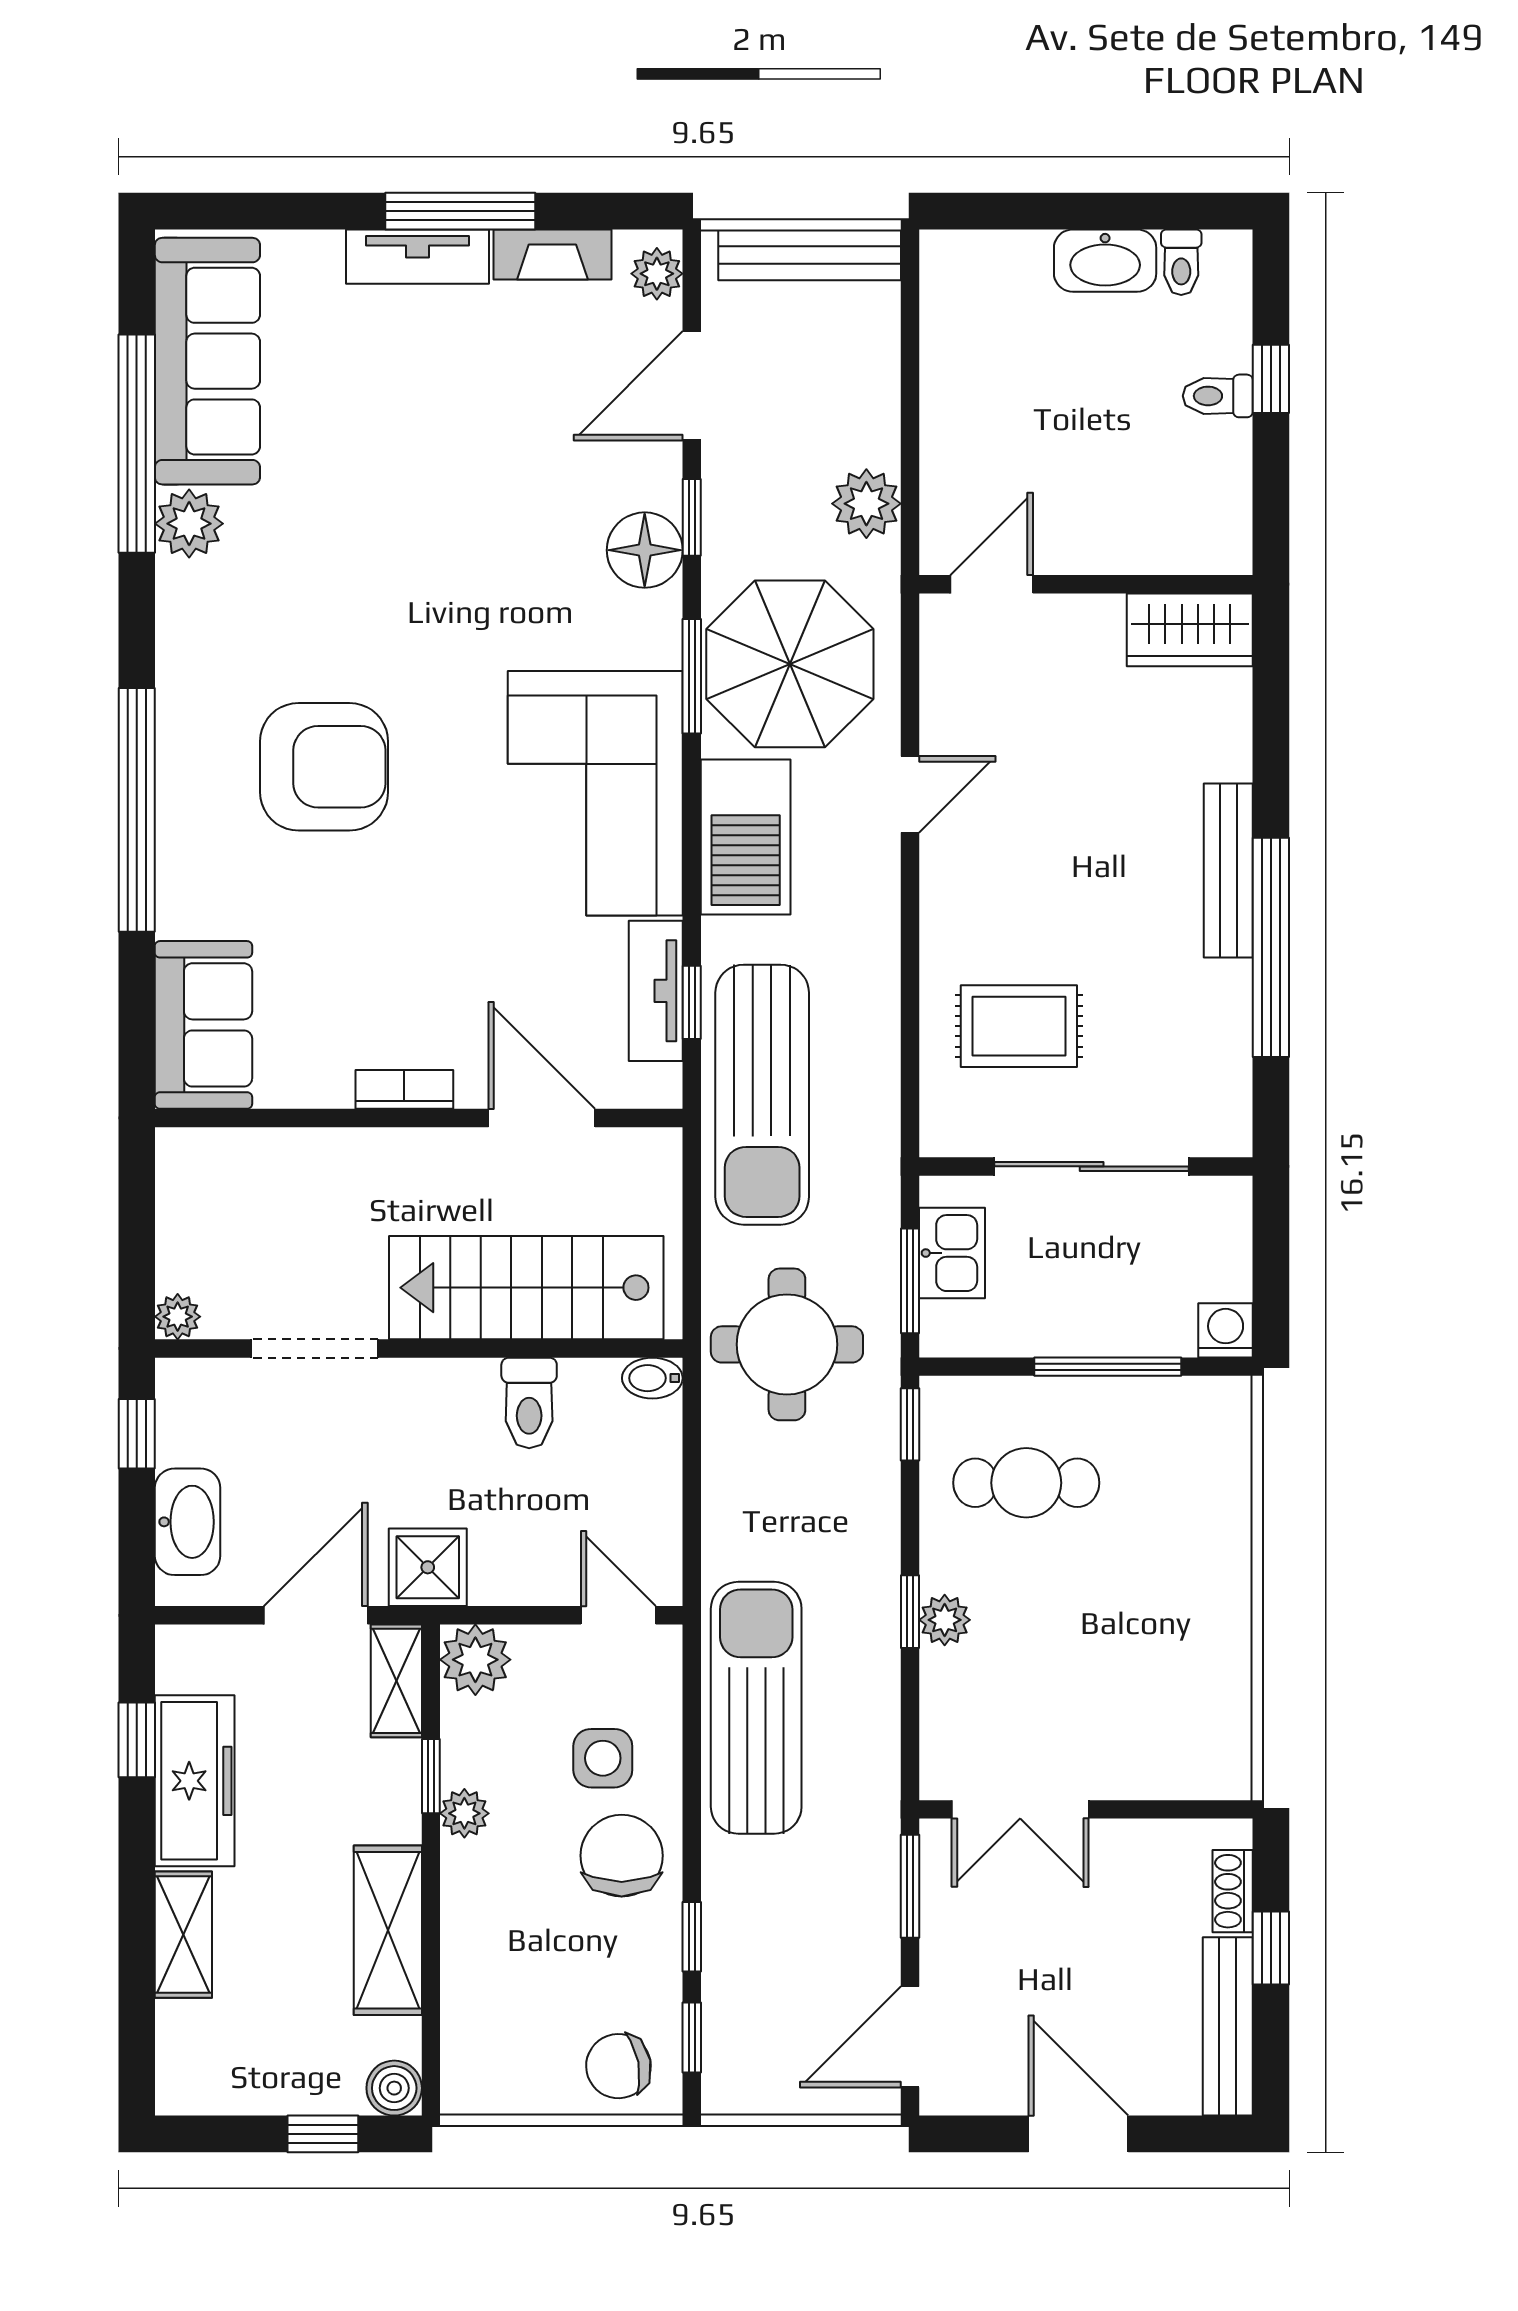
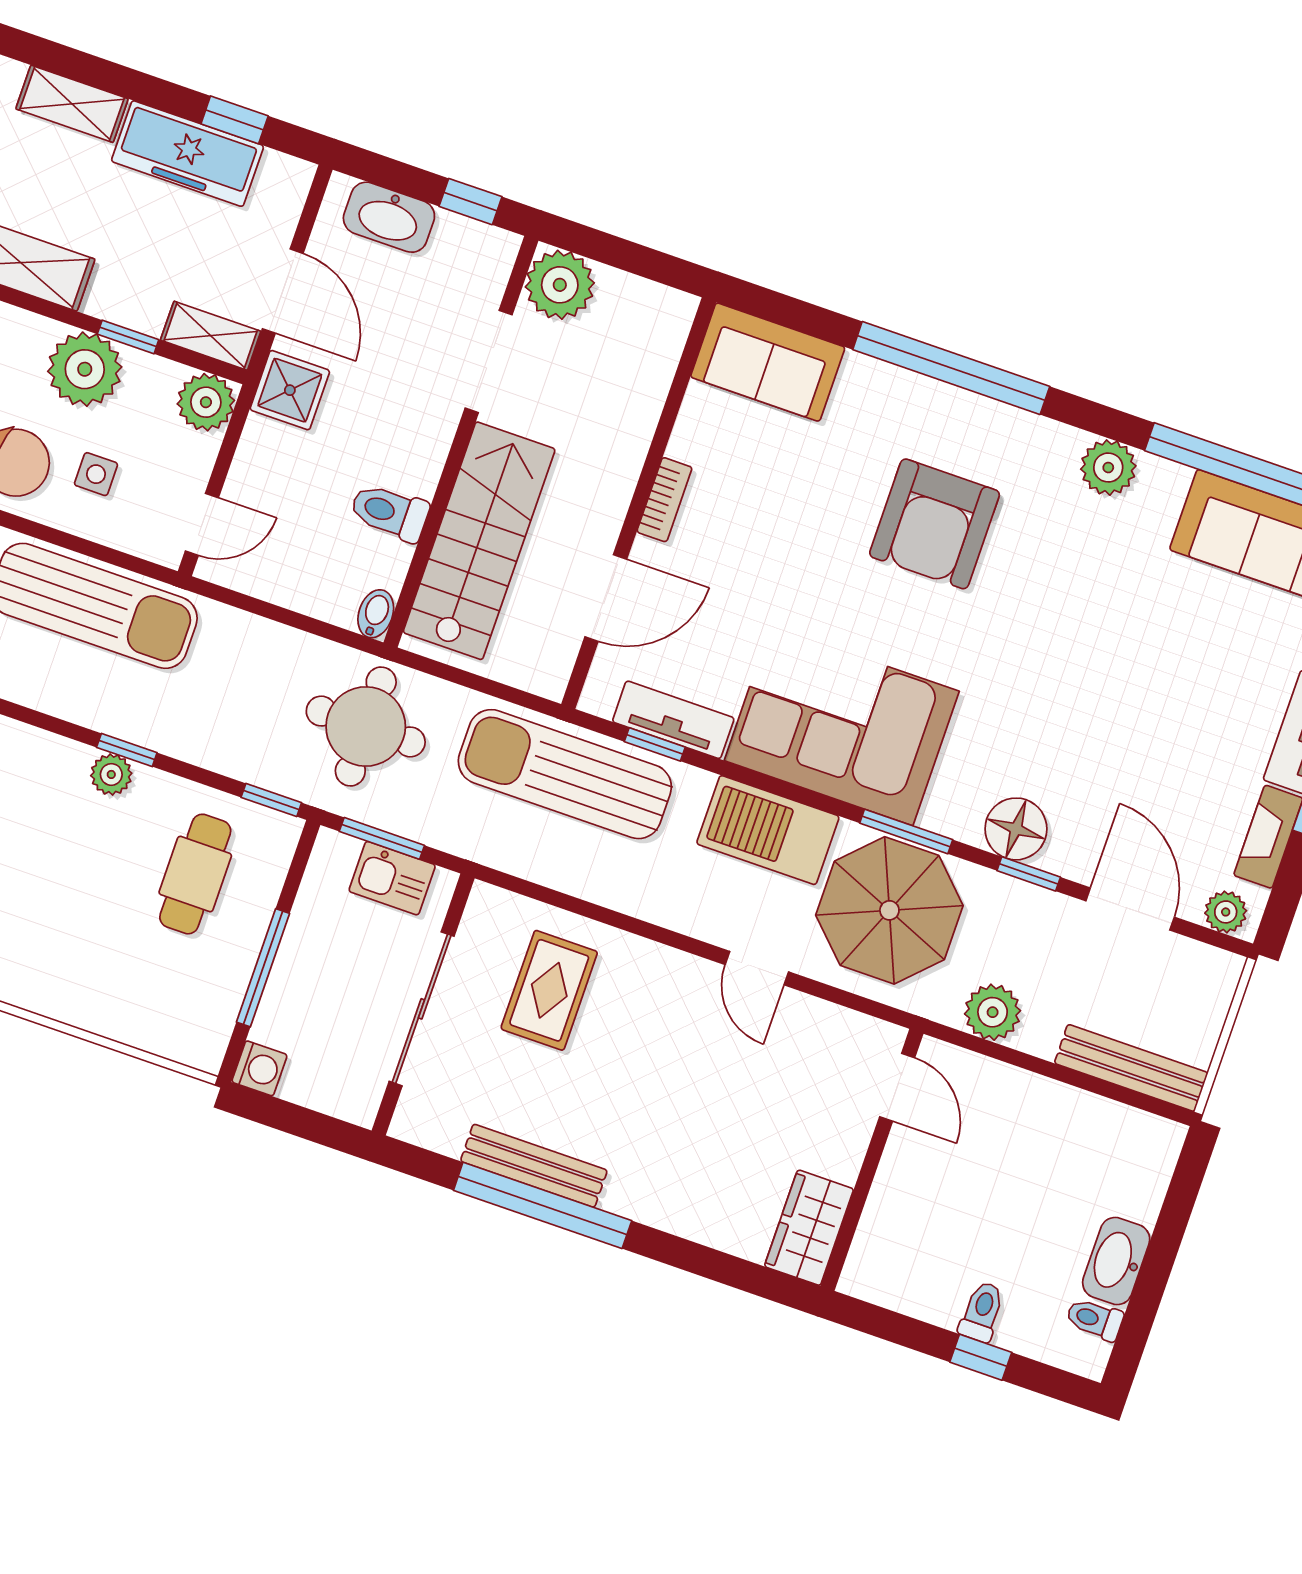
bench: (810, 255) -> (1131, 1068), moved, turned 90
plant: (189, 524) -> (1108, 468), moved
bench: (1228, 870) -> (534, 1166), moved
plant: (178, 1317) -> (560, 285), width x1.88, depth x1.88
side table: (603, 1758) -> (96, 474), width x0.73, depth x0.73
plant: (464, 1813) -> (85, 369), width x1.87, depth x1.87

